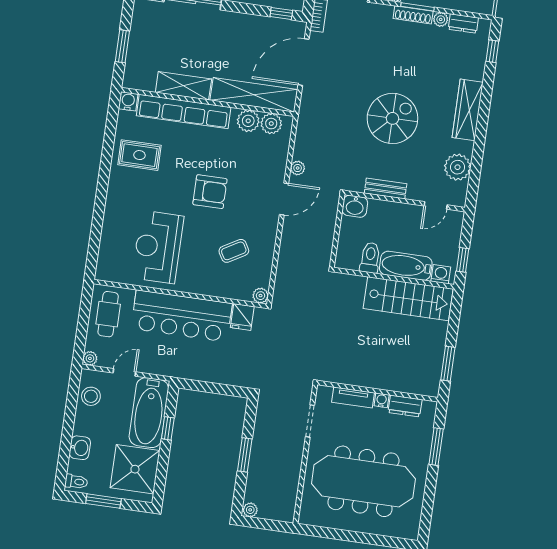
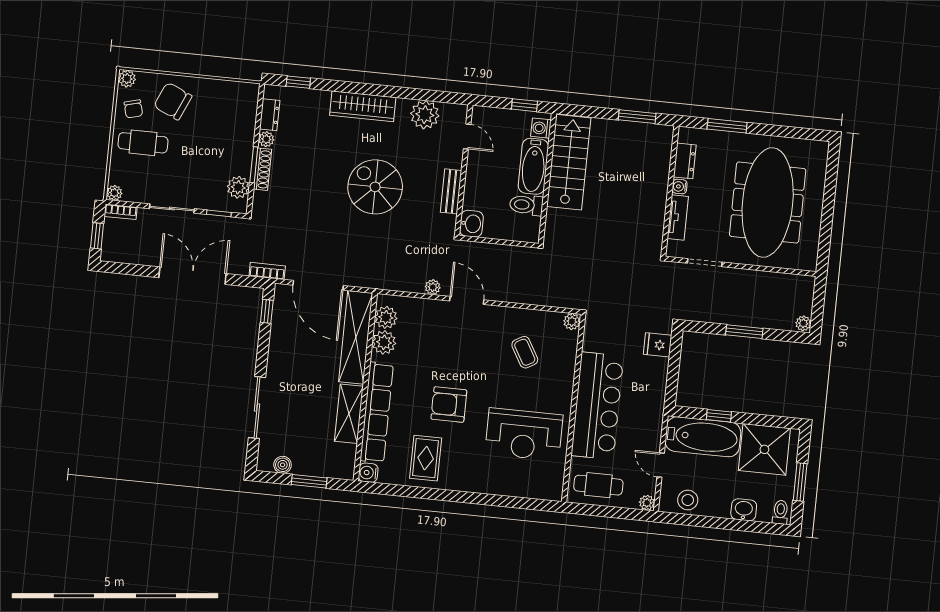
boiler: (139, 22) -> (283, 465), added
armchair: (210, 192) -> (449, 405), moved, turned -90
fridge: (242, 317) -> (658, 345), moved, turned 180

